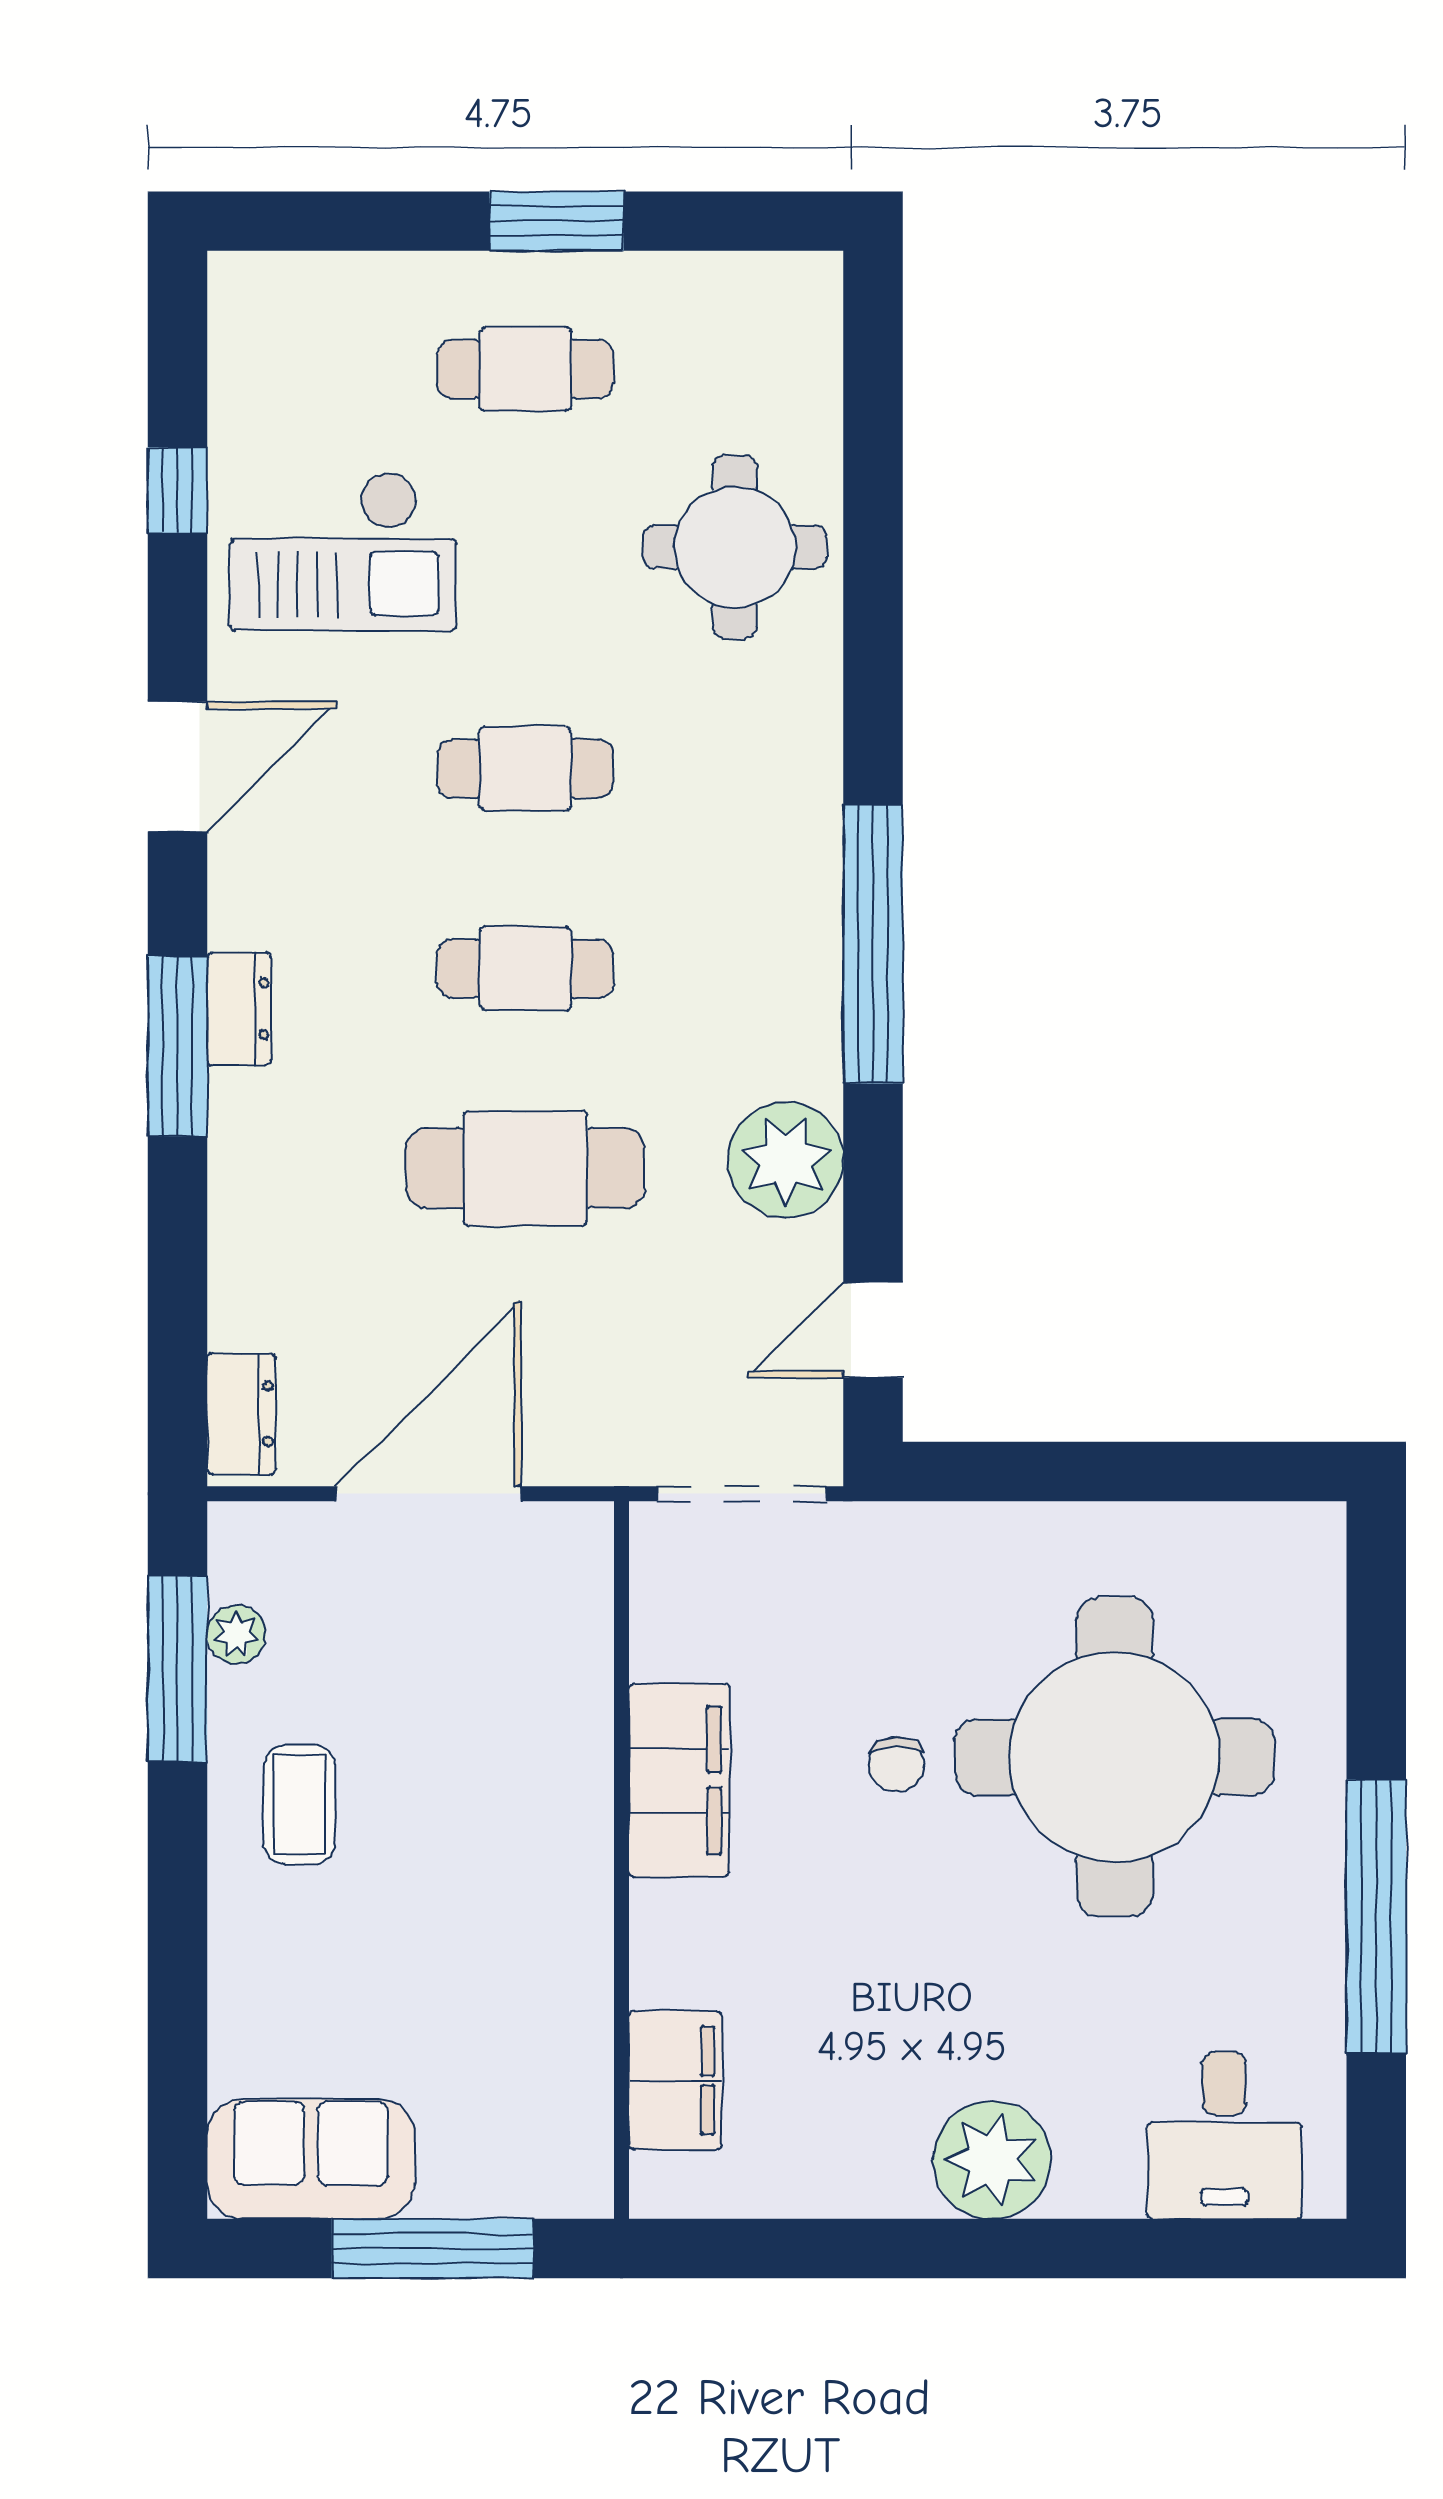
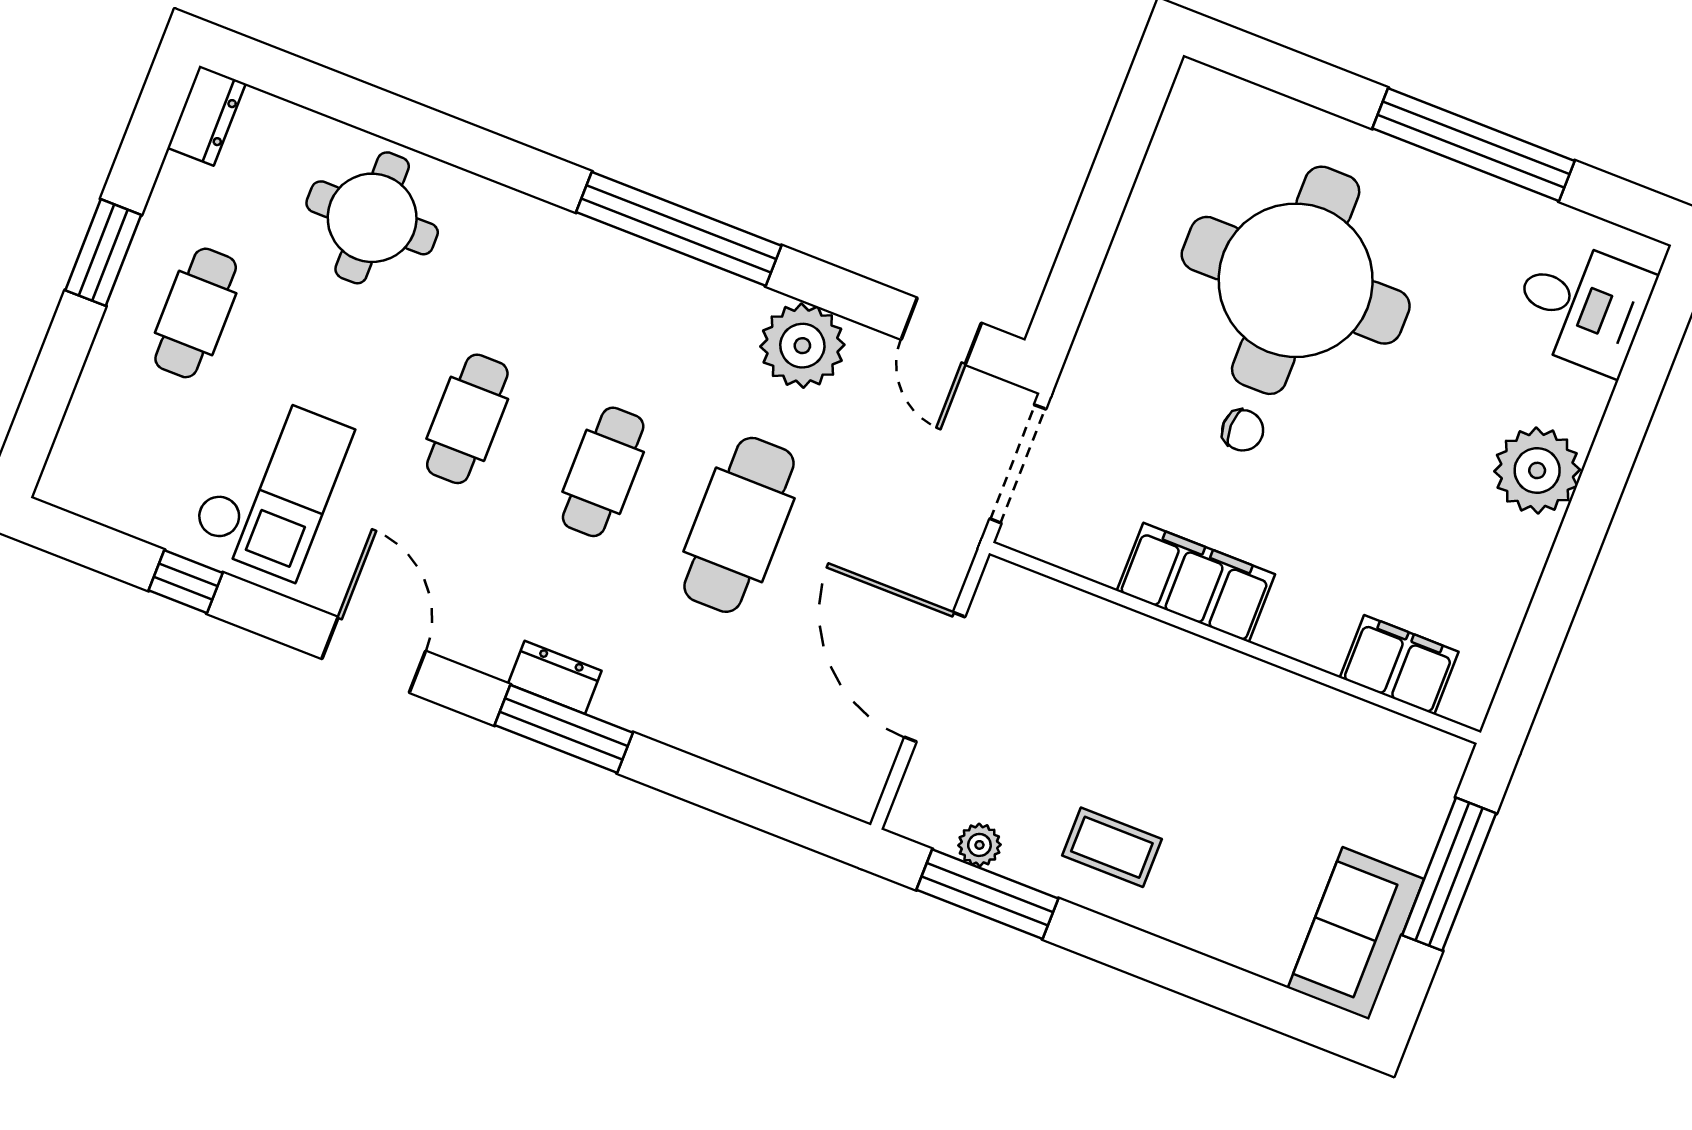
dresser: (241, 1414) -> (207, 116), moved, turned 90

